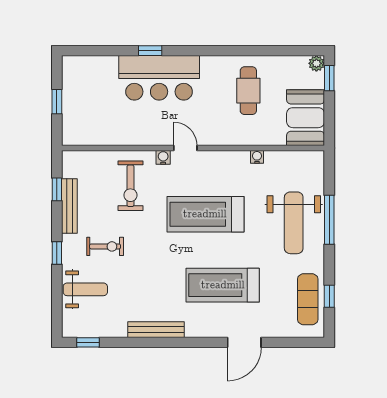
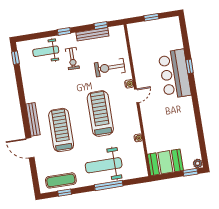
cafe table: (248, 91) -> (176, 127), removed
weight bench: (85, 289) -> (46, 51), turned 90
bench: (156, 330) -> (33, 119), moved

